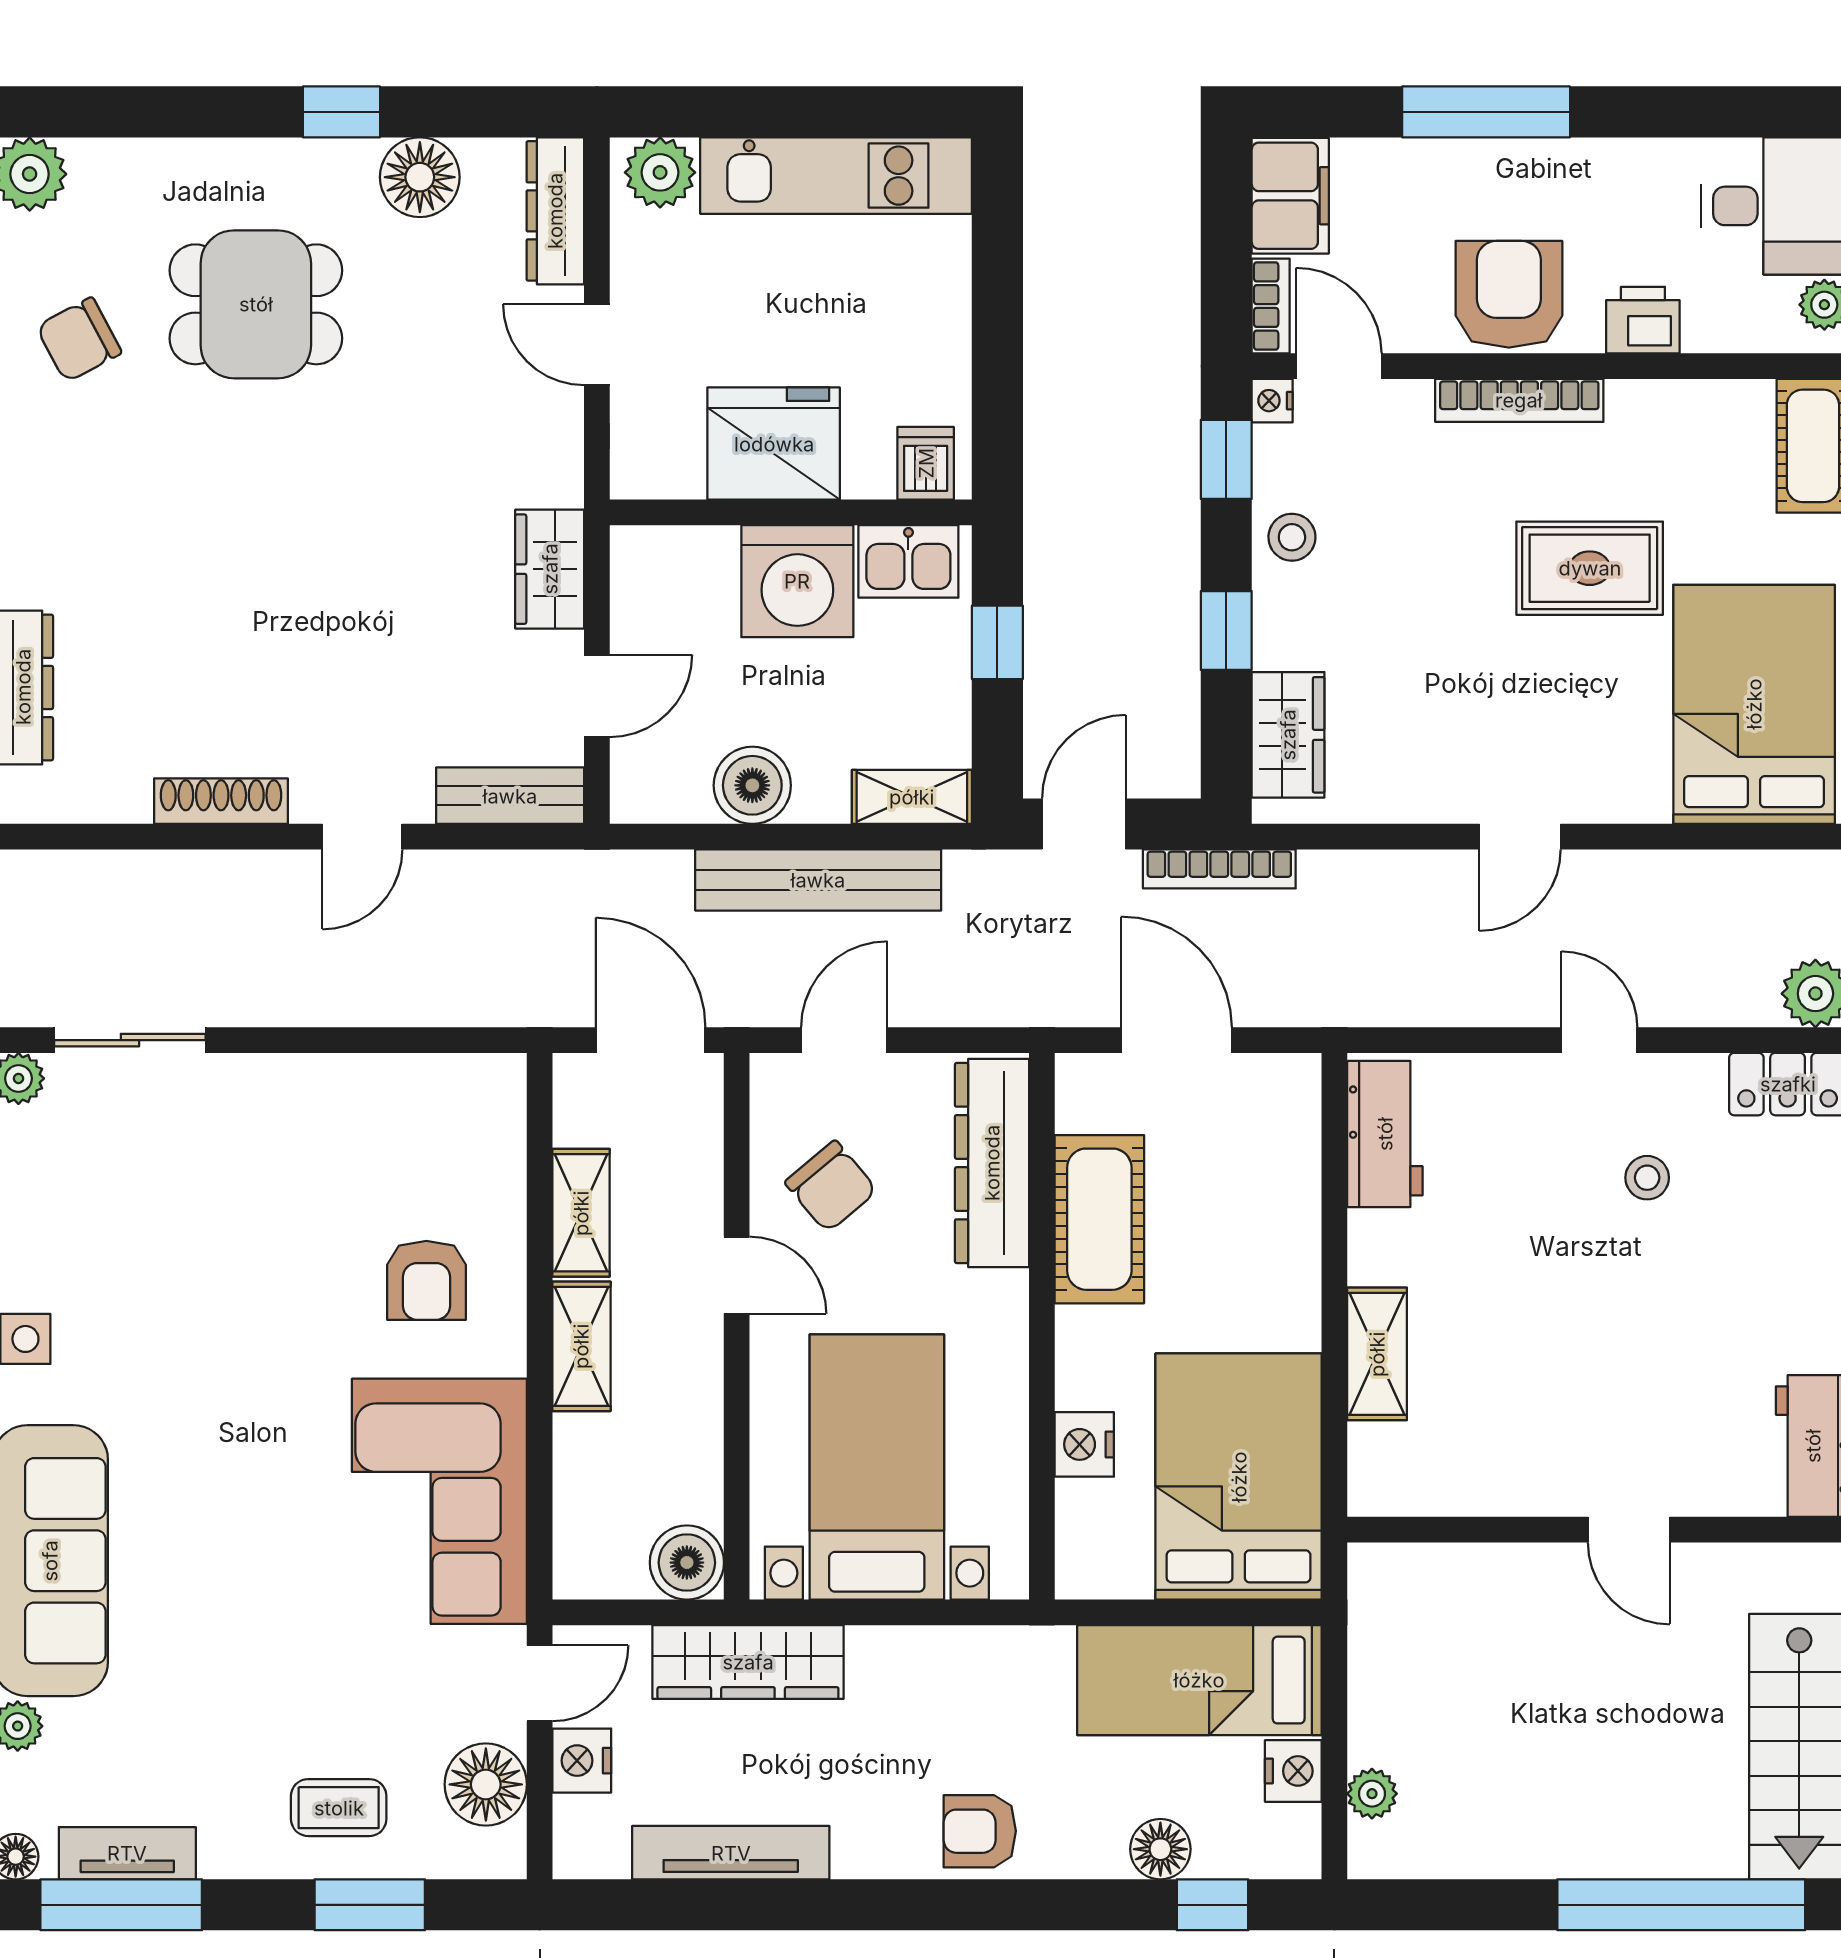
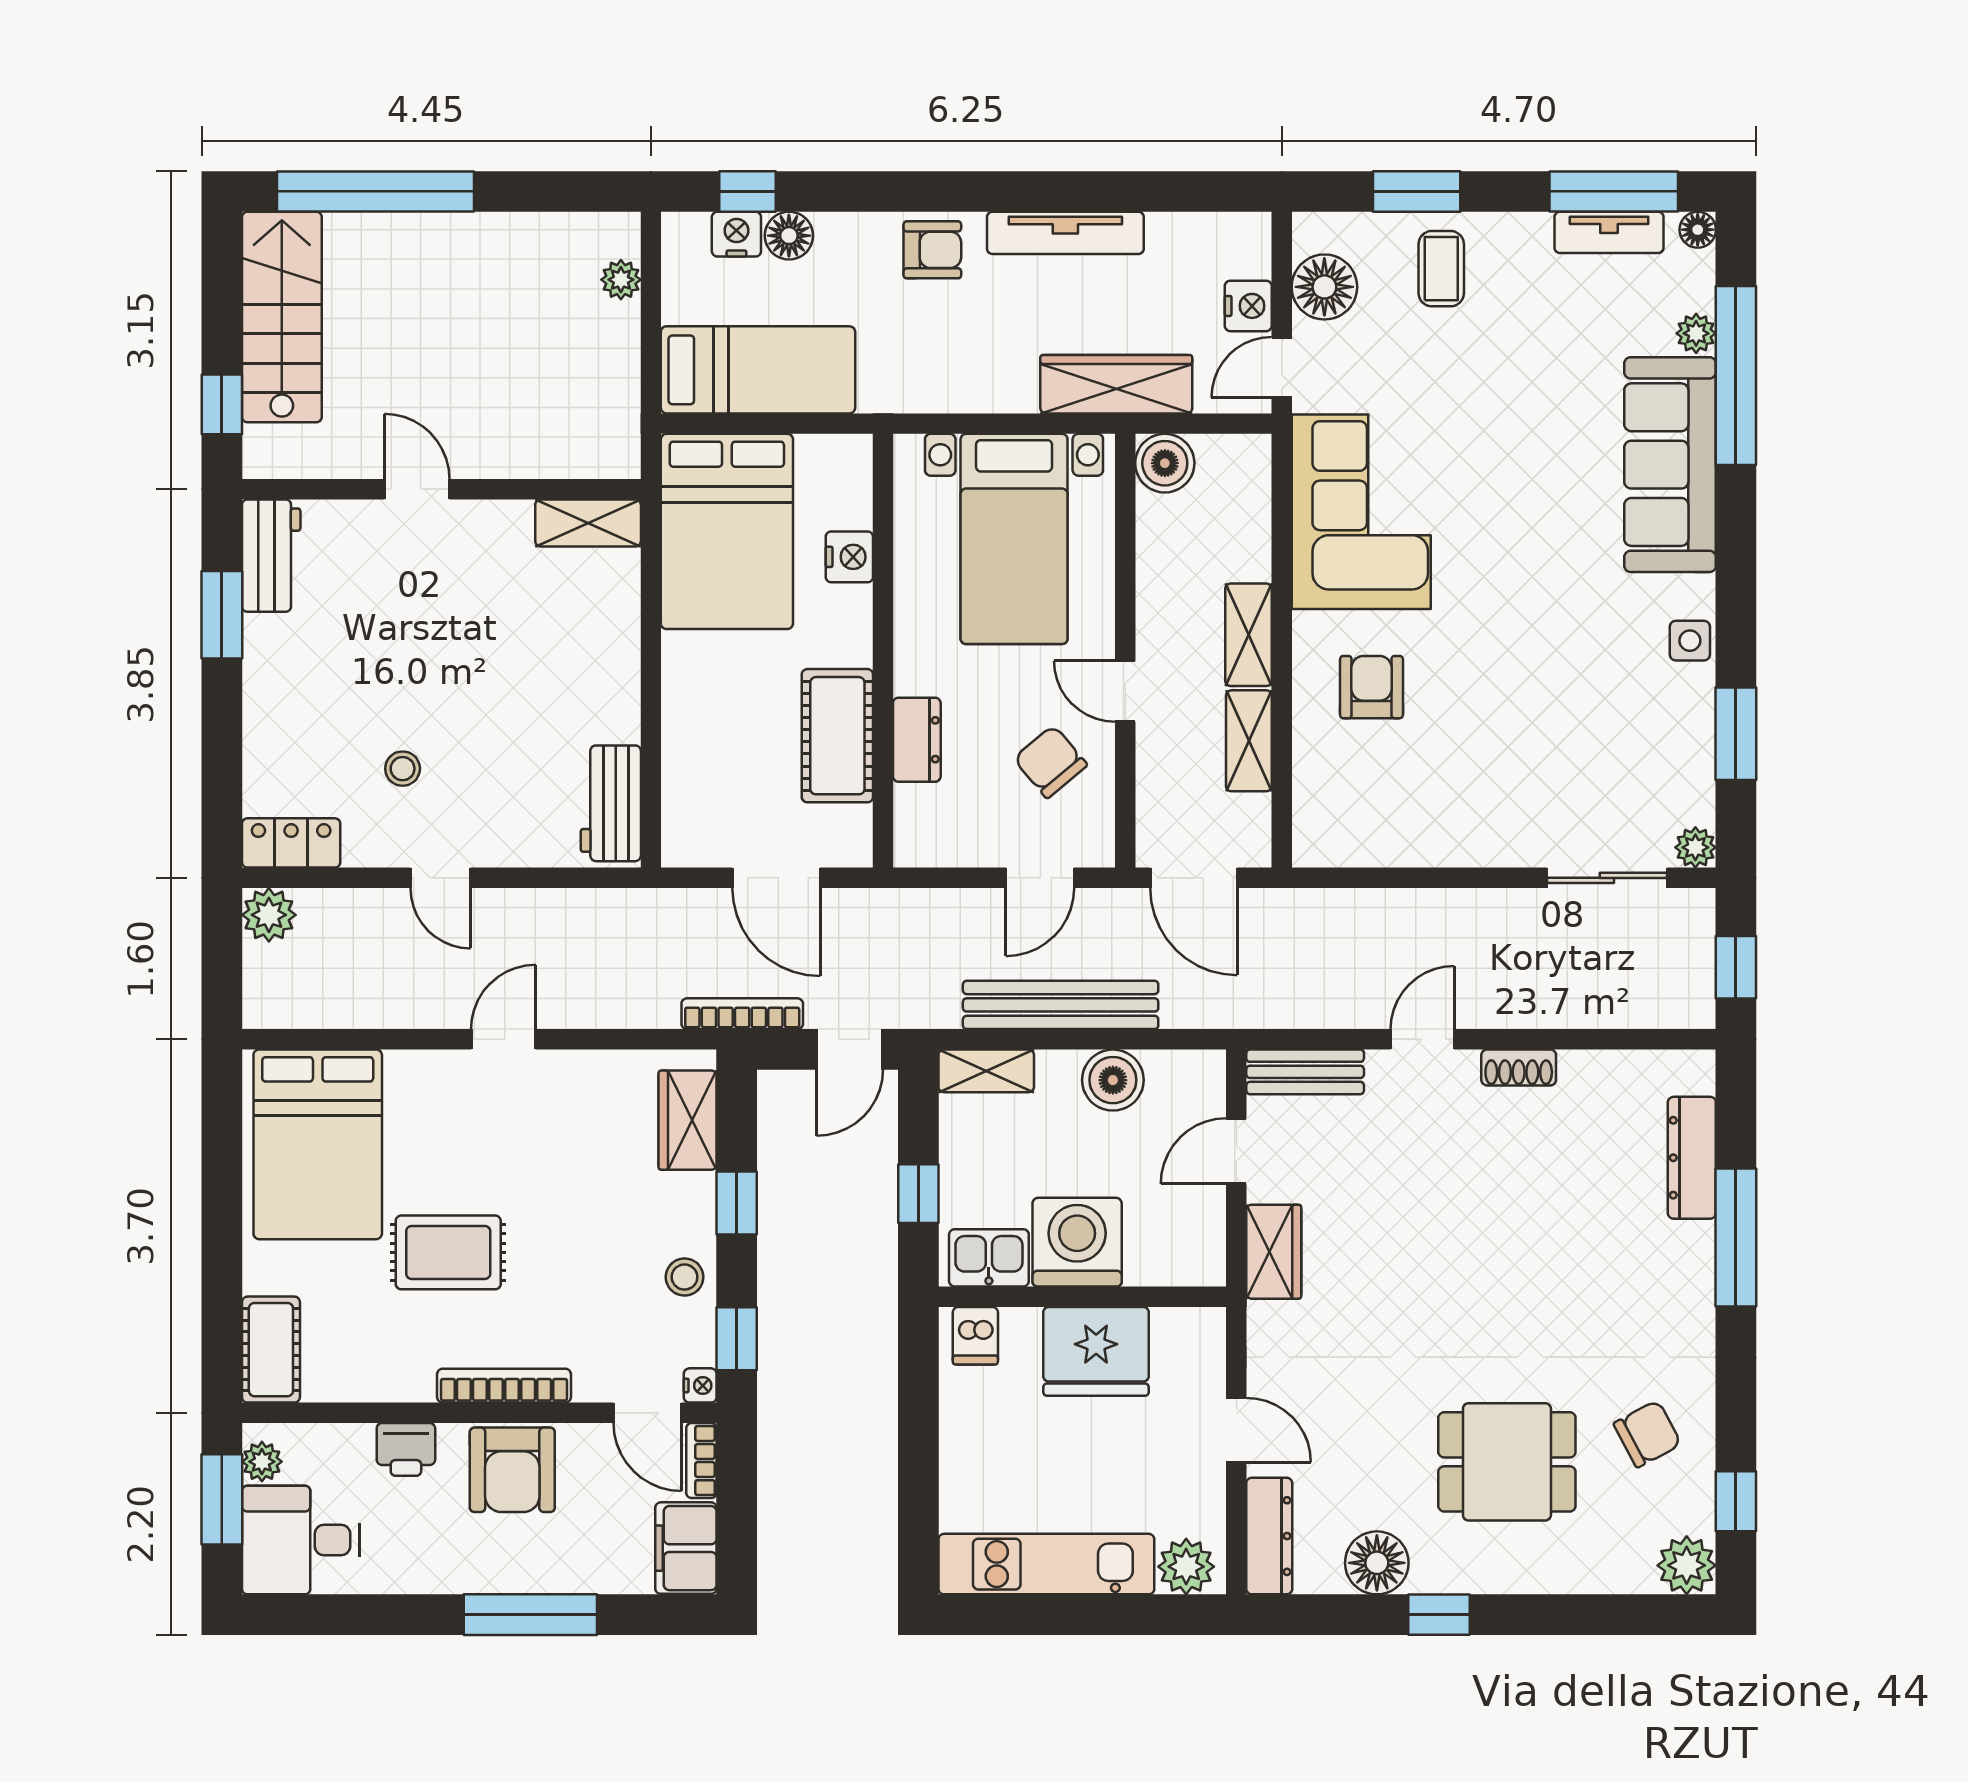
shoe rack: (221, 801) -> (1519, 1067), width x0.70
dresser: (992, 1163) -> (917, 740), width x0.51, depth x0.80
shelving: (1377, 1354) -> (588, 523), moved, turned 90
nightstand: (1293, 1771) -> (736, 234), moved, turned 90
coffee table: (339, 1808) -> (1441, 269), turned 90
tv unit: (731, 1853) -> (1065, 233), moved

